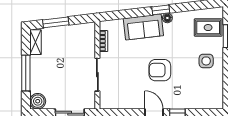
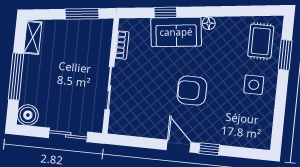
window: (161, 10) -> (165, 12), moved
window: (56, 22) -> (82, 14), moved
rug: (208, 28) -> (261, 41), turned 90

